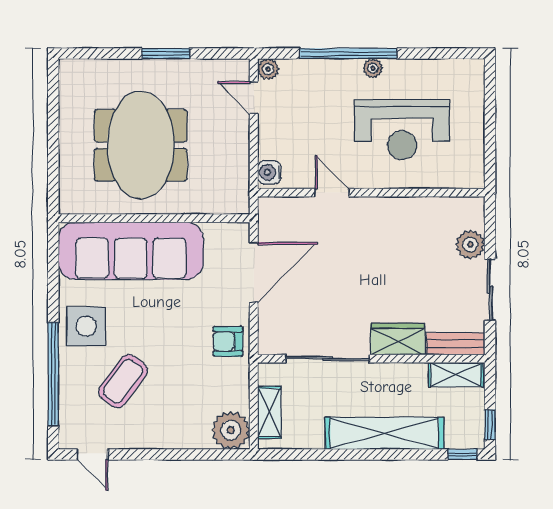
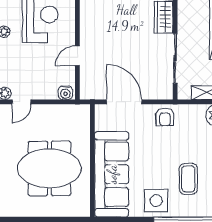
coffee table: (123, 381) -> (188, 179), turned 53

